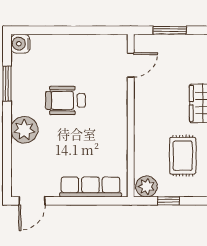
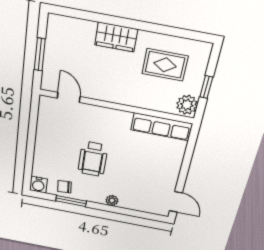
chair: (24, 74) -> (64, 187), added
plant: (24, 130) -> (112, 201), width x0.53, depth x0.53
row of seats: (91, 187) -> (162, 127), moved, turned -90

